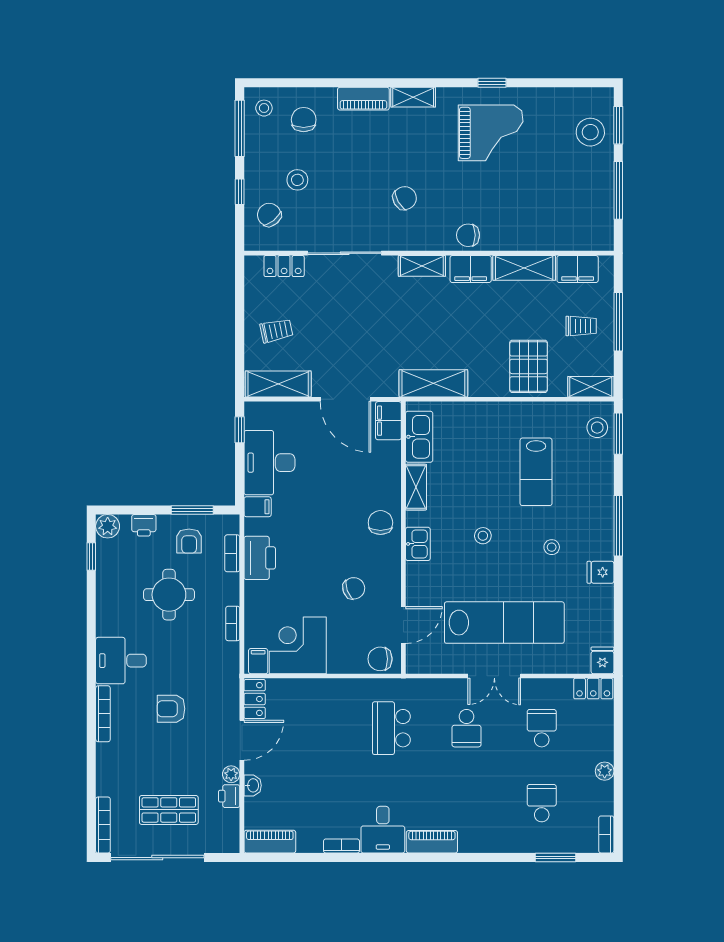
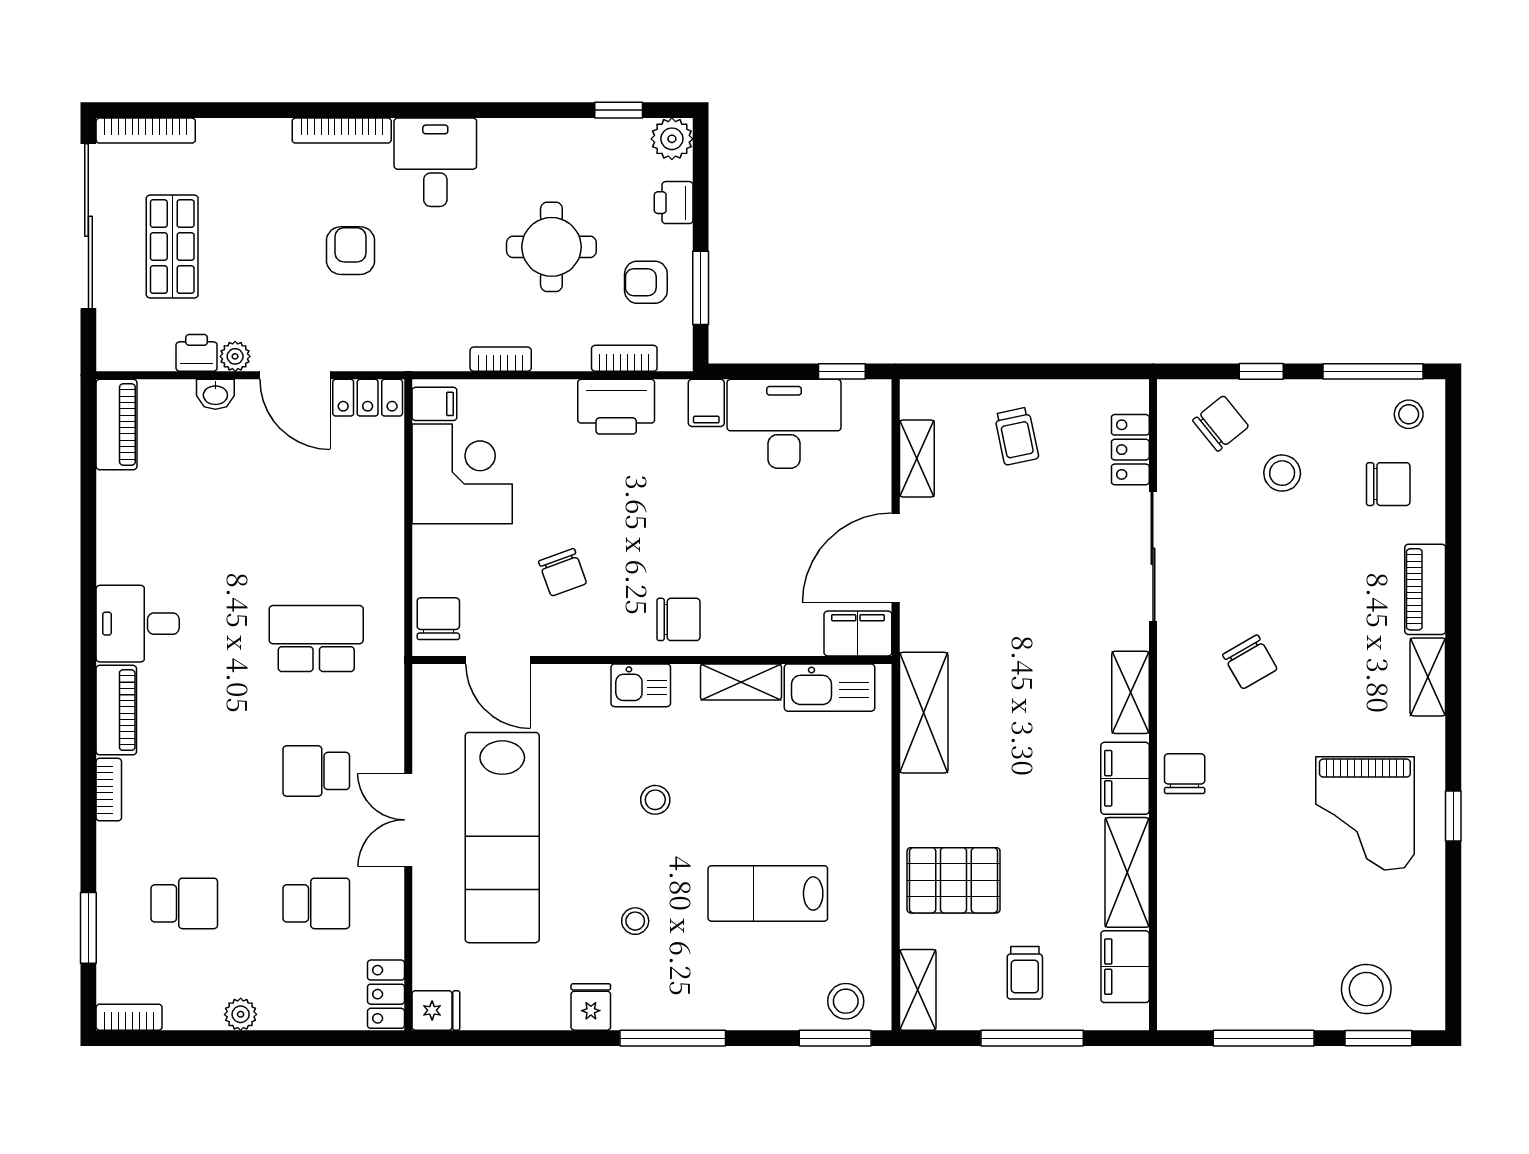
shelving: (278, 384) -> (917, 458), width x0.67, depth x0.75
bookcase: (341, 846) -> (109, 790), moved

